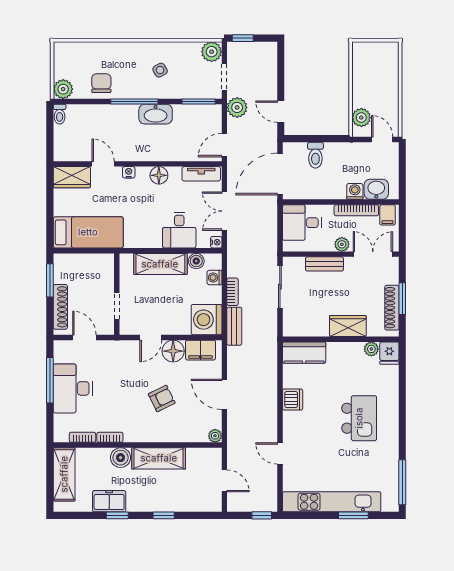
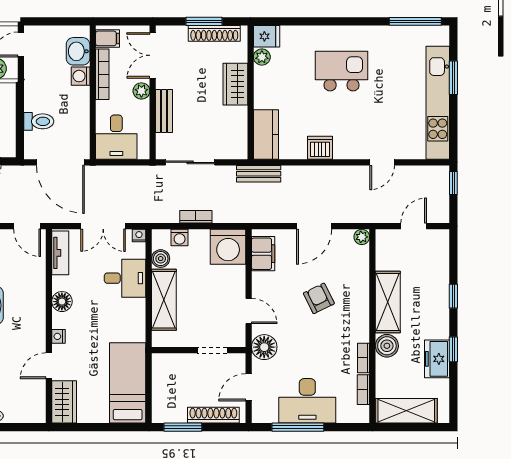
bench: (234, 326) -> (259, 174), moved
floor lamp: (173, 351) -> (264, 347), moved

